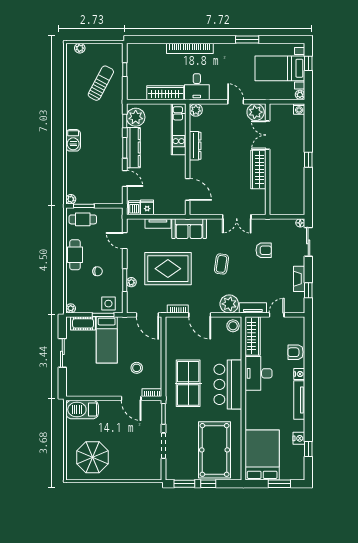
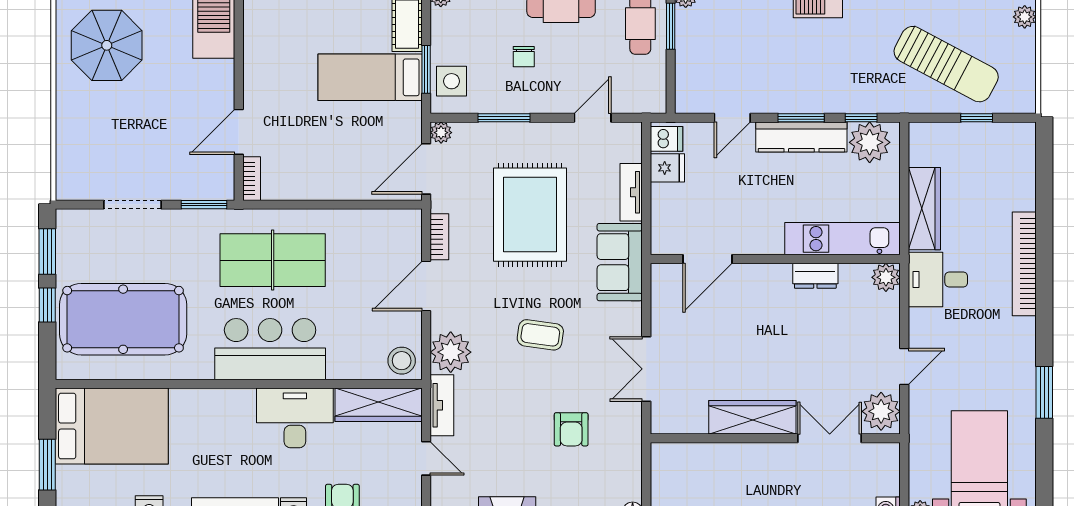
sun lounger: (101, 83) -> (946, 64), width x1.36, depth x1.34
dresser: (195, 146) -> (815, 276), width x0.70
plant: (131, 282) -> (441, 133), moved
stool: (137, 368) -> (307, 144), removed

